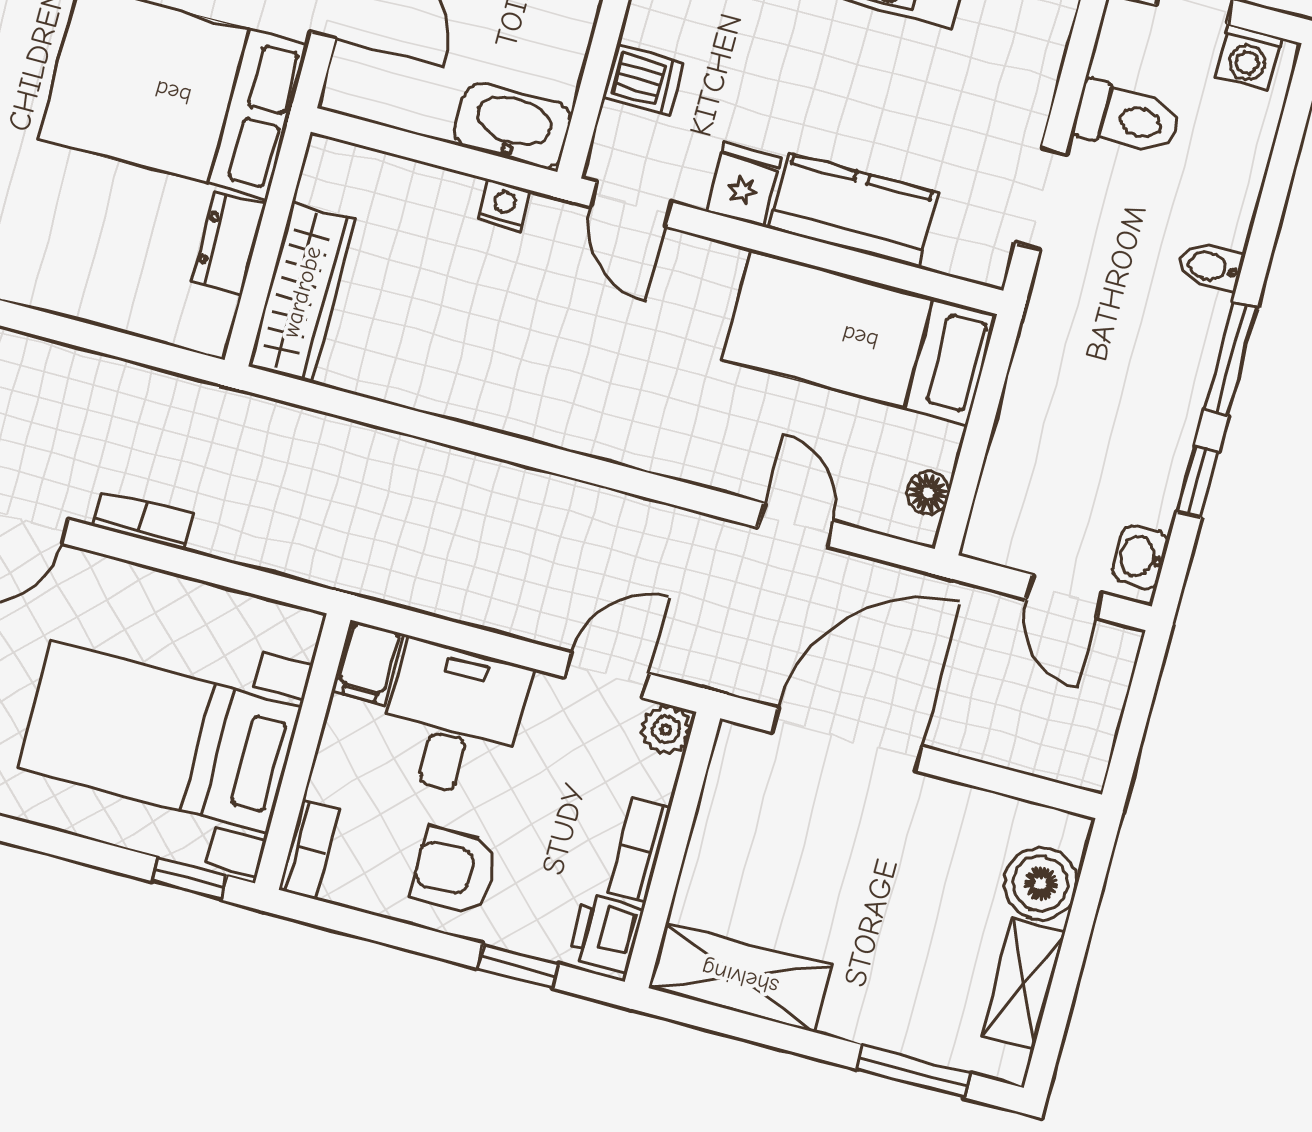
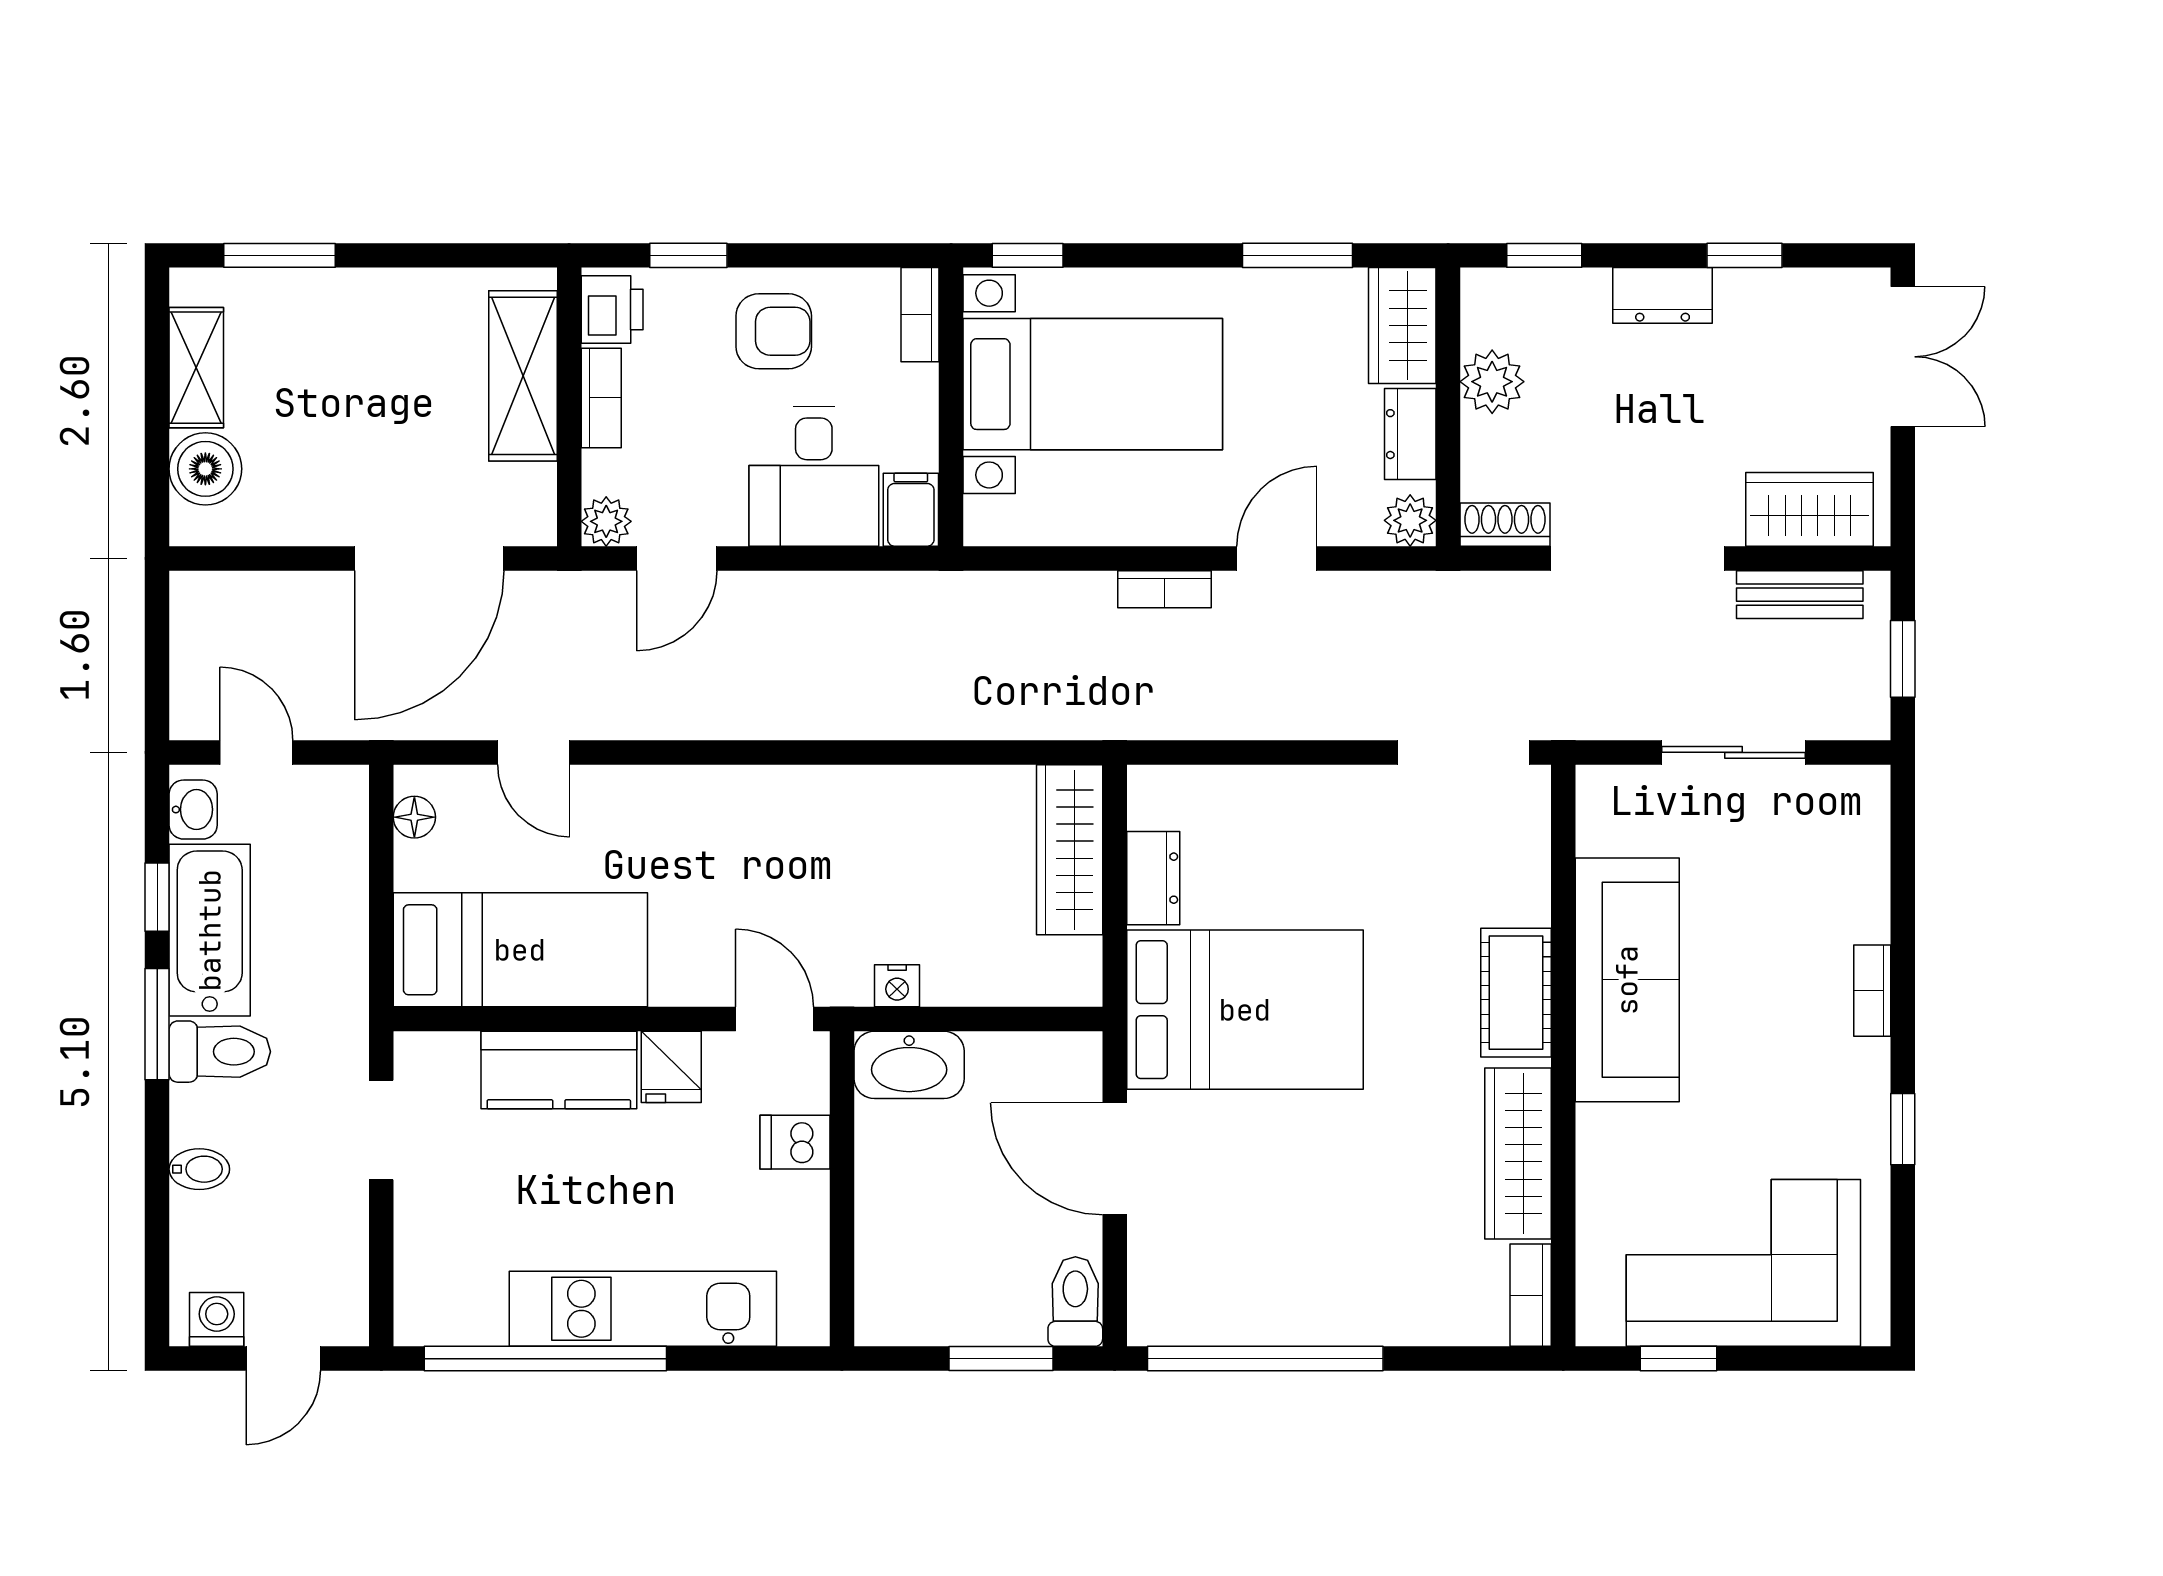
toilet: (1127, 118) -> (220, 1052), moved, turned 180
bidet: (1211, 267) -> (199, 1169), moved
bathtub: (1155, 436) -> (210, 930), added
shelving: (740, 977) -> (523, 376), moved, turned 90

